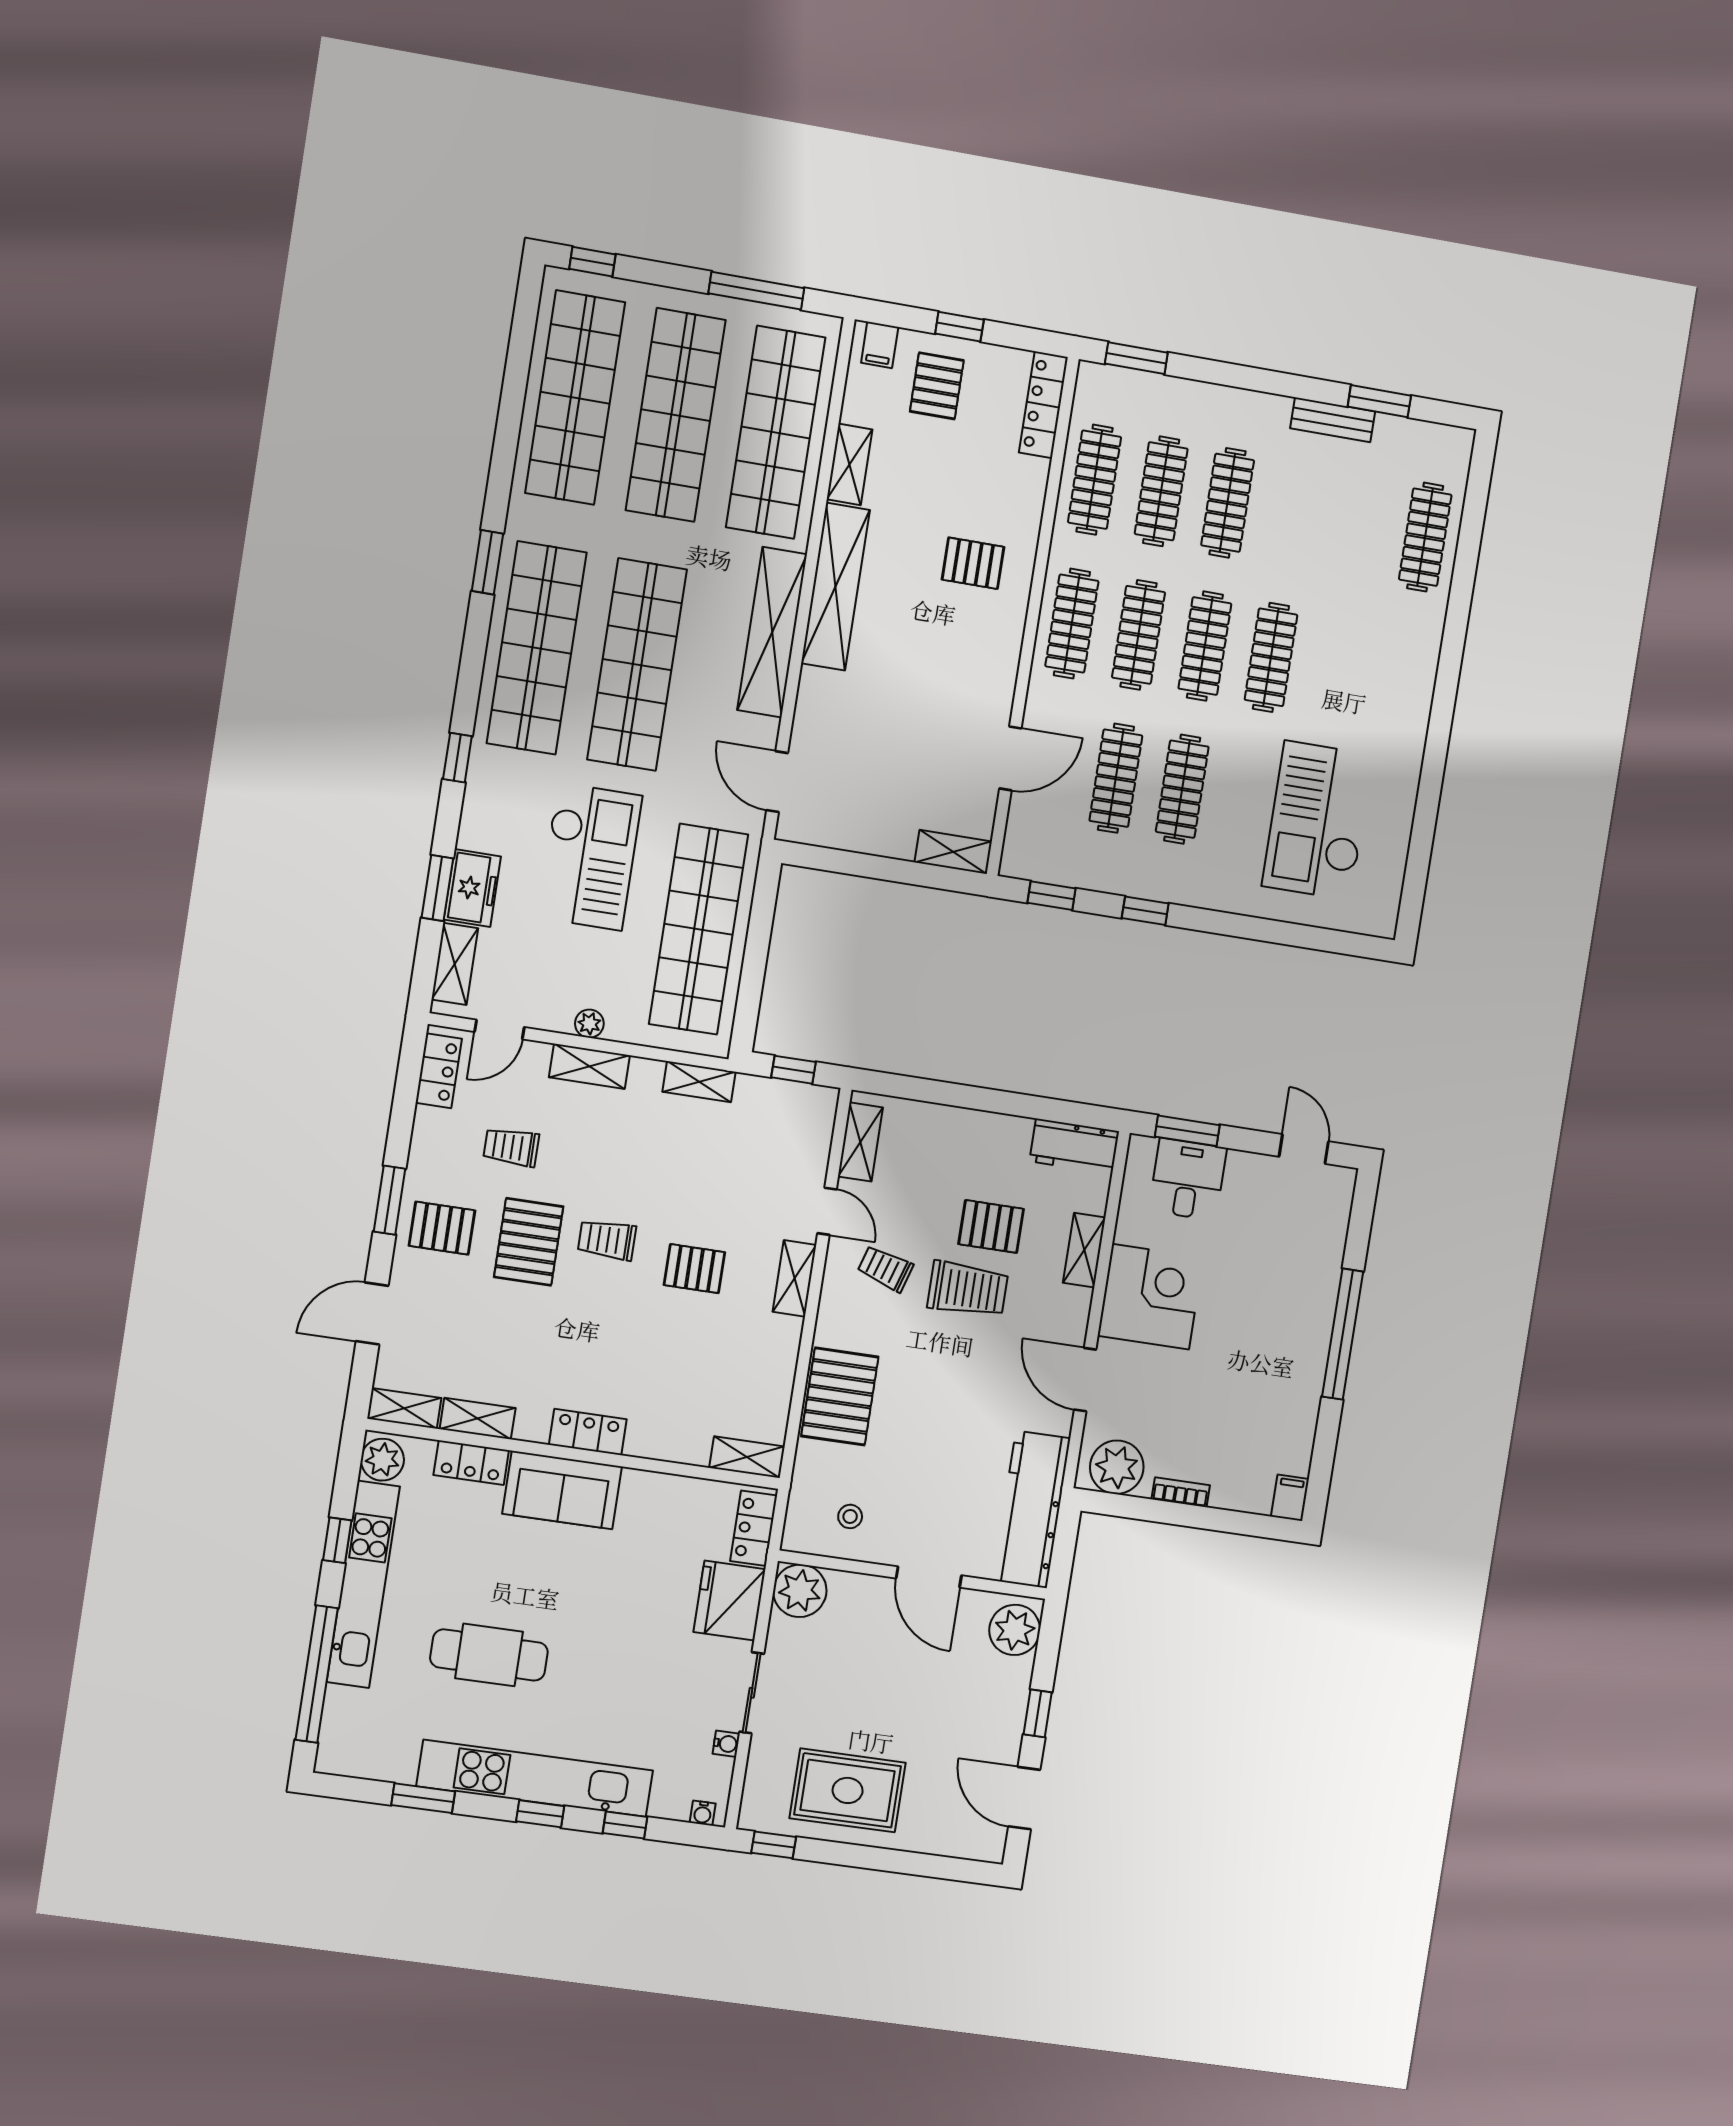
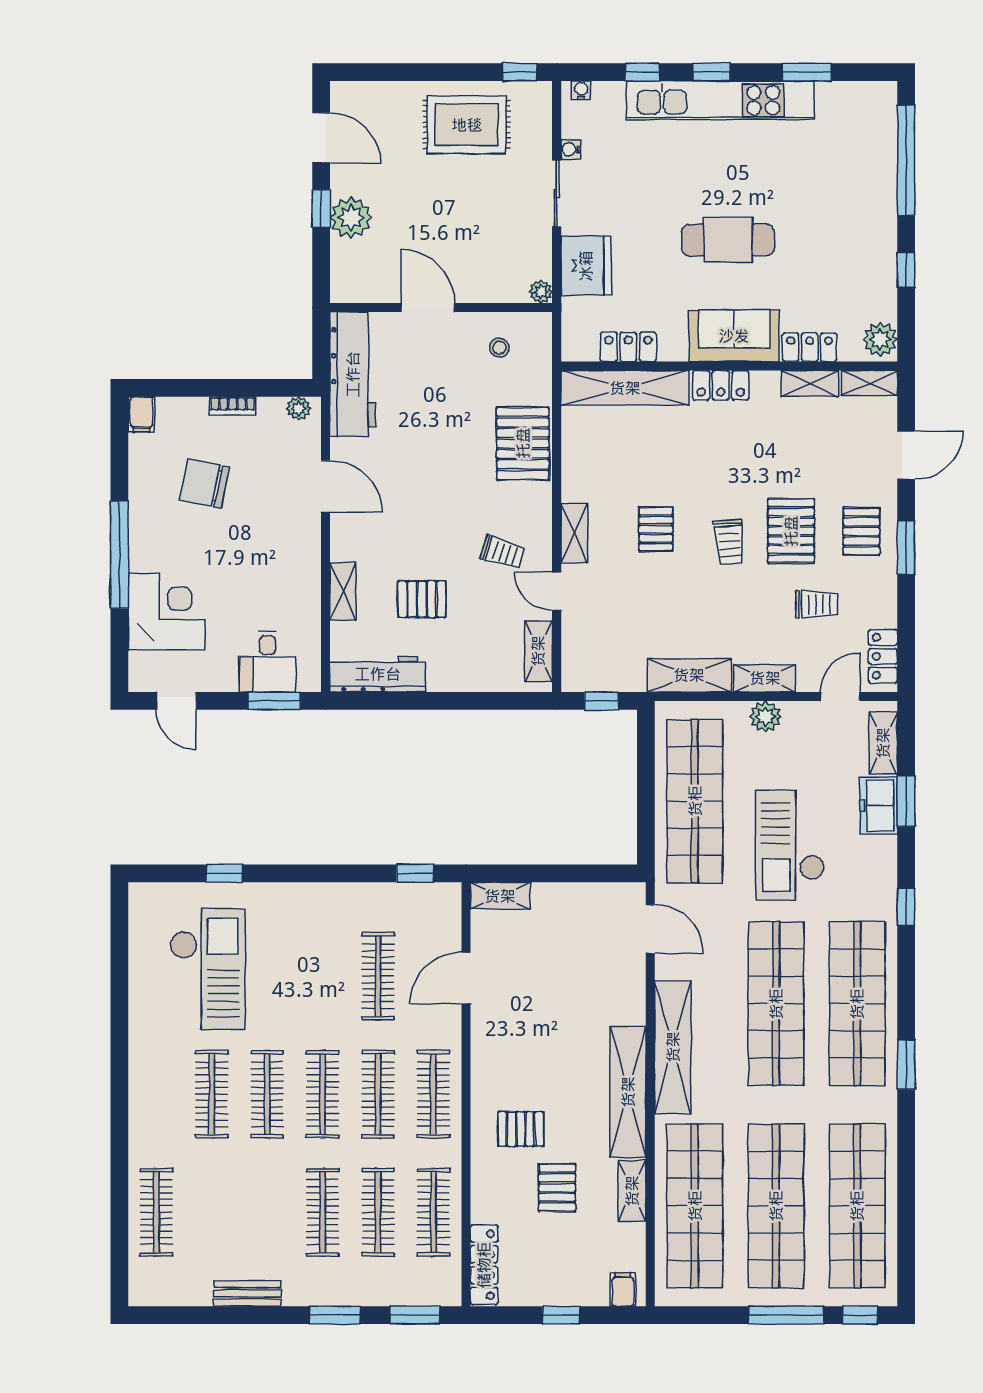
window: (756, 291) -> (786, 1315), moved
pallet: (937, 386) -> (557, 1188), moved
window: (1379, 401) -> (335, 1315), moved
clothes rail: (1182, 789) -> (212, 1094), moved
window: (1145, 911) -> (224, 873), moved
plant: (589, 1024) -> (765, 717), width x1.38, depth x1.38
shelving: (699, 1082) -> (689, 675), width x1.50, depth x1.33
workbench: (1074, 1146) -> (378, 674), width x1.38
pallet: (442, 1228) -> (861, 531), turned 90
trolley: (607, 1240) -> (729, 542), turned 86
pallet: (694, 1269) -> (656, 529), turned 90
trolley: (968, 1289) -> (433, 546), removed
corner desk: (1150, 1297) -> (167, 612), moved, turned 180
chair: (1228, 1404) -> (205, 483), added
shelving: (747, 1457) -> (625, 388), width x2.20, depth x1.33
plant: (1117, 1467) -> (299, 409), width x0.53, depth x0.53
locker: (754, 1528) -> (628, 347), moved, turned -90
kitchen unit: (363, 1584) -> (880, 238), removed
plant: (800, 1591) -> (541, 292), width x0.53, depth x0.53
plant: (1015, 1630) -> (351, 218), moved
cafe table: (489, 1655) -> (728, 240), moved

